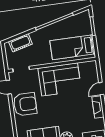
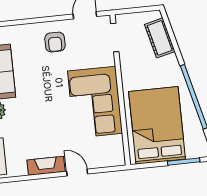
bed: (73, 47) -> (157, 125), width x1.50
armchair: (25, 104) -> (55, 42), width x0.53, depth x0.53

